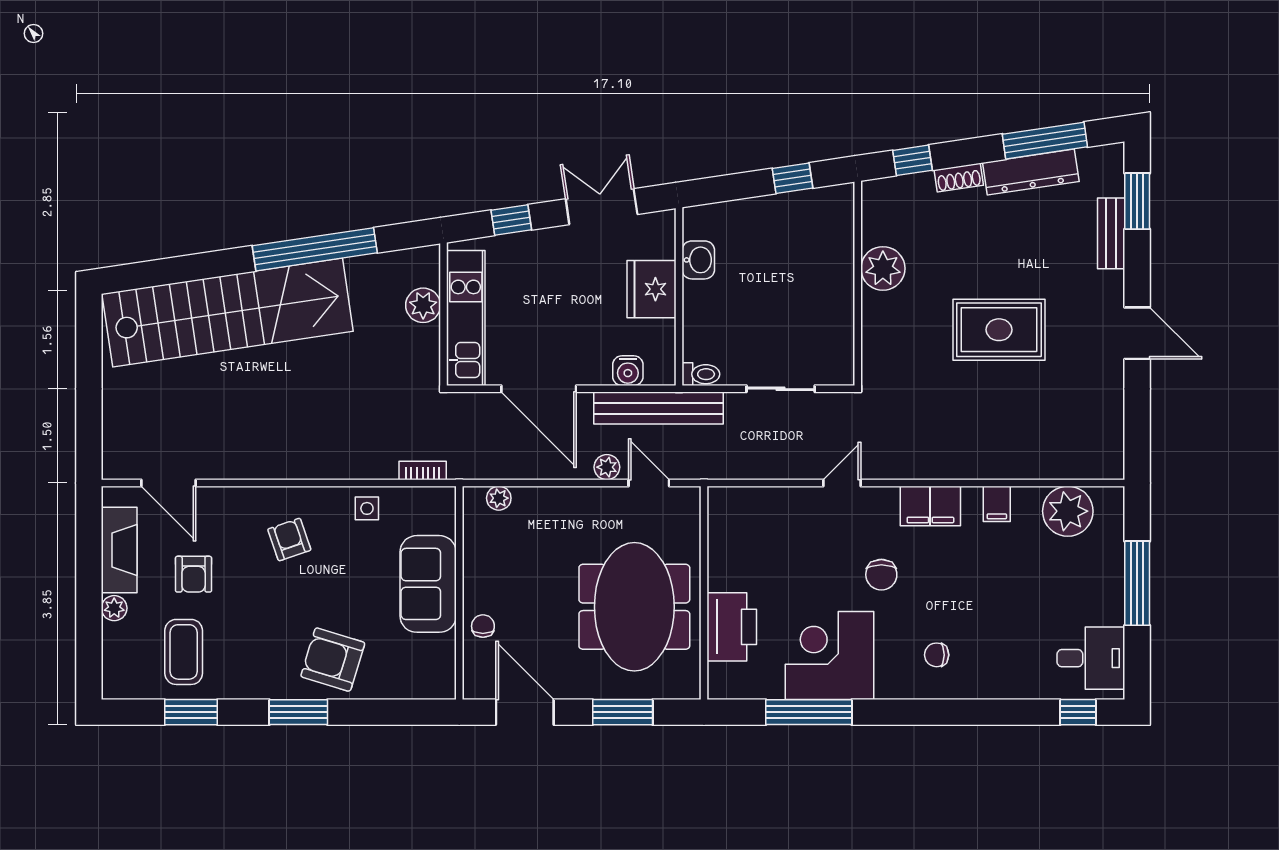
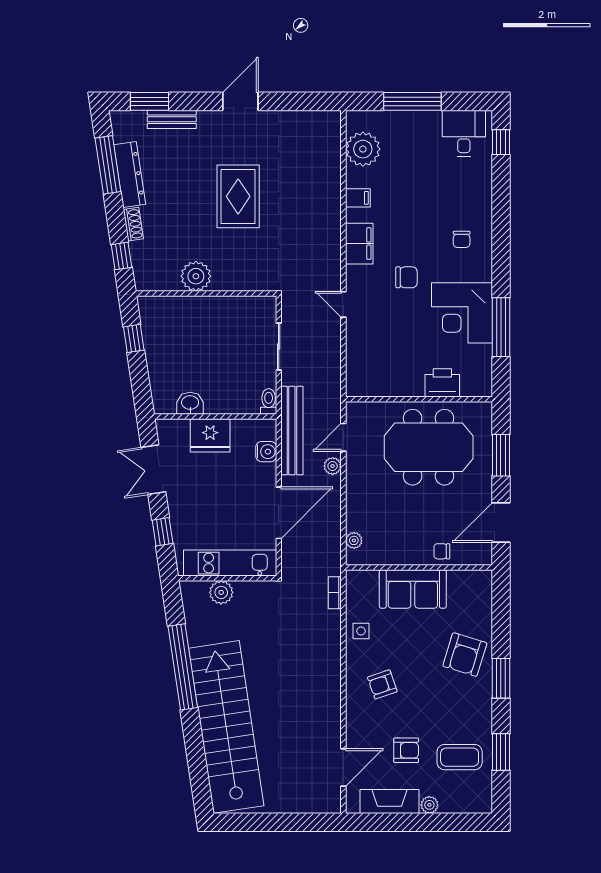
printer: (732, 627) -> (442, 383), width x0.73, depth x0.84

